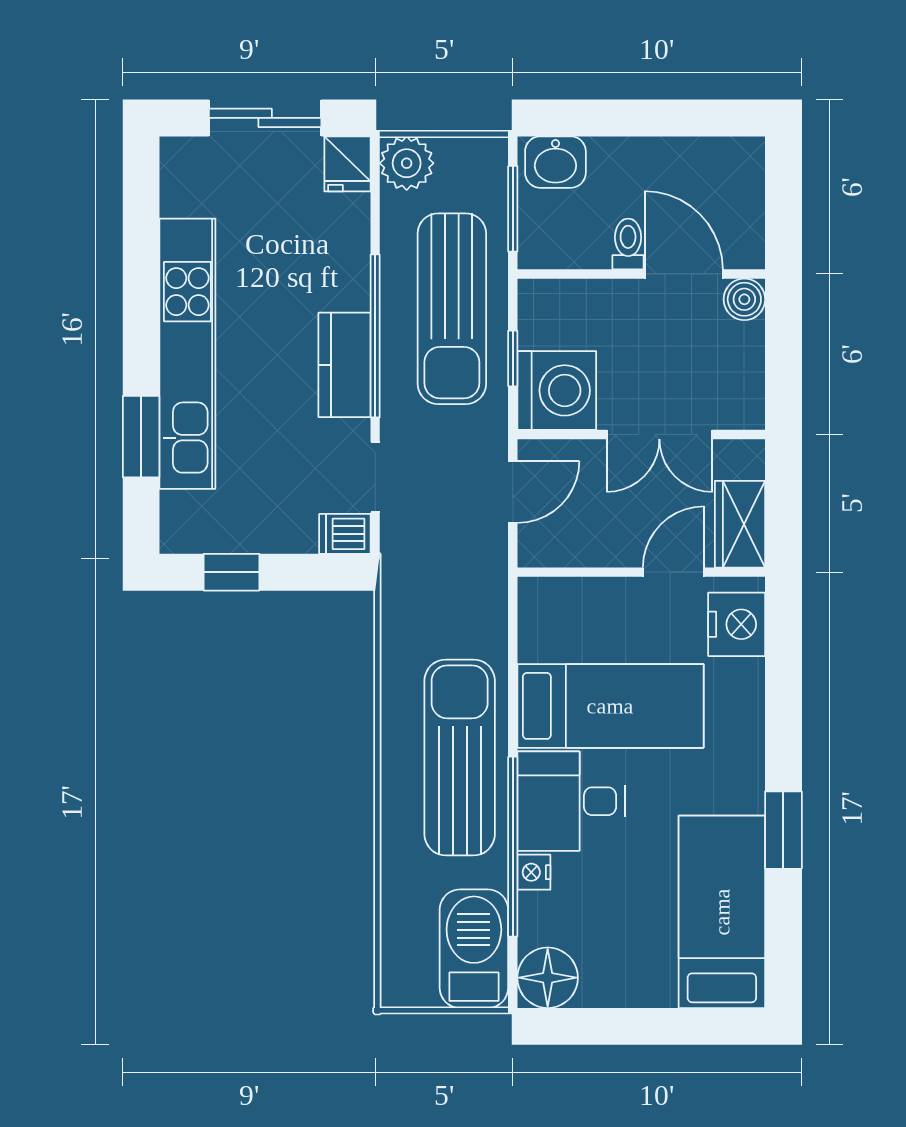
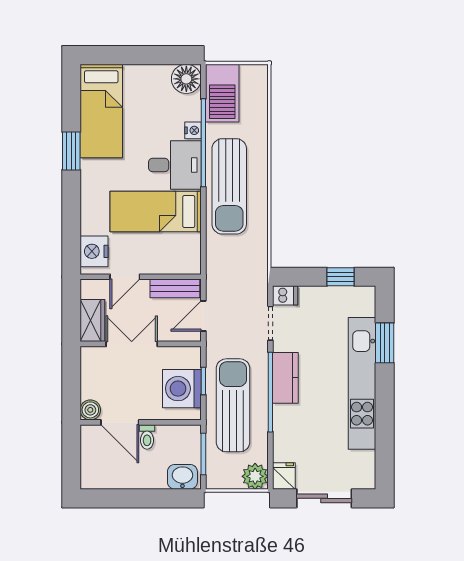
washing machine: (557, 390) -> (182, 389), moved
wardrobe: (740, 524) -> (92, 321), moved
bench: (571, 548) -> (175, 288), added

